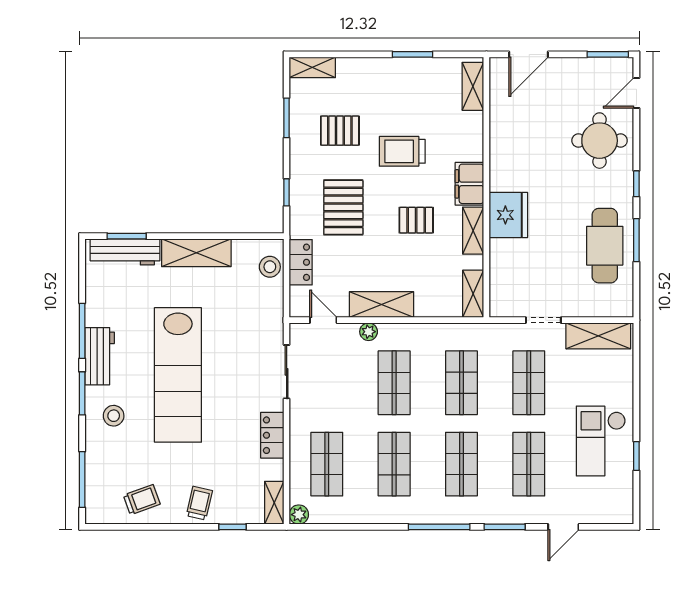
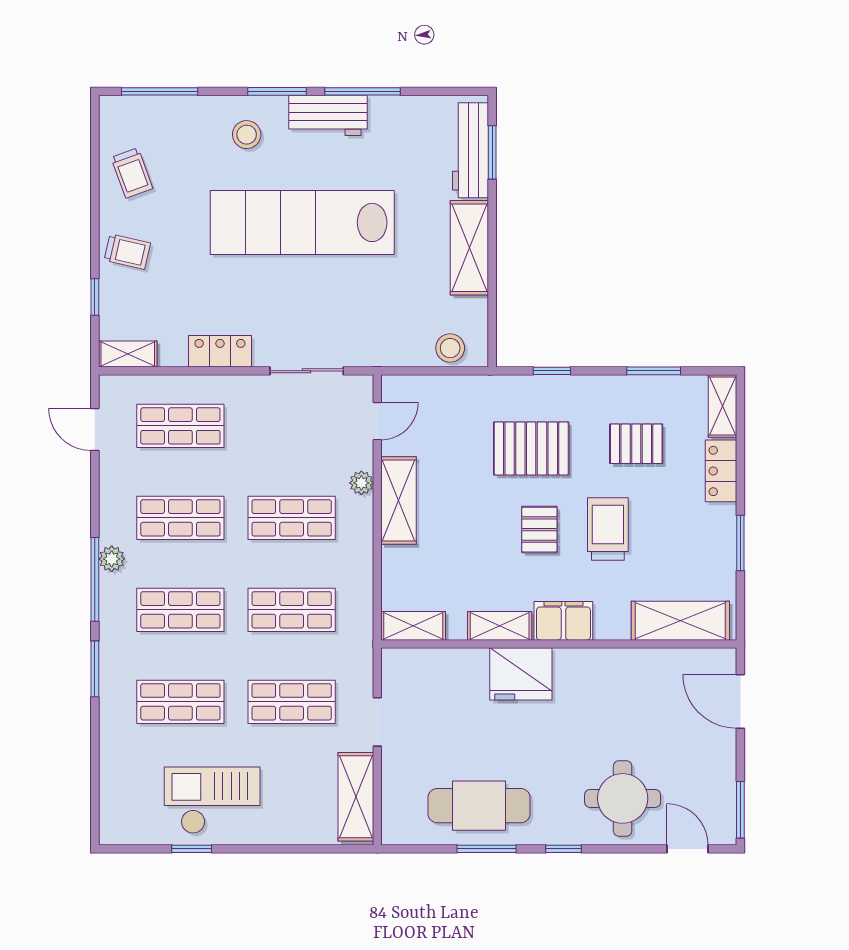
shelving: (473, 86) -> (680, 621), width x1.50, depth x1.33
pallet: (340, 131) -> (636, 444), turned 90
pallet: (416, 220) -> (539, 530), moved
locker: (301, 262) -> (721, 471), moved, turned 90
plant: (299, 515) -> (112, 559), moved
door: (563, 527) -> (95, 429), moved

